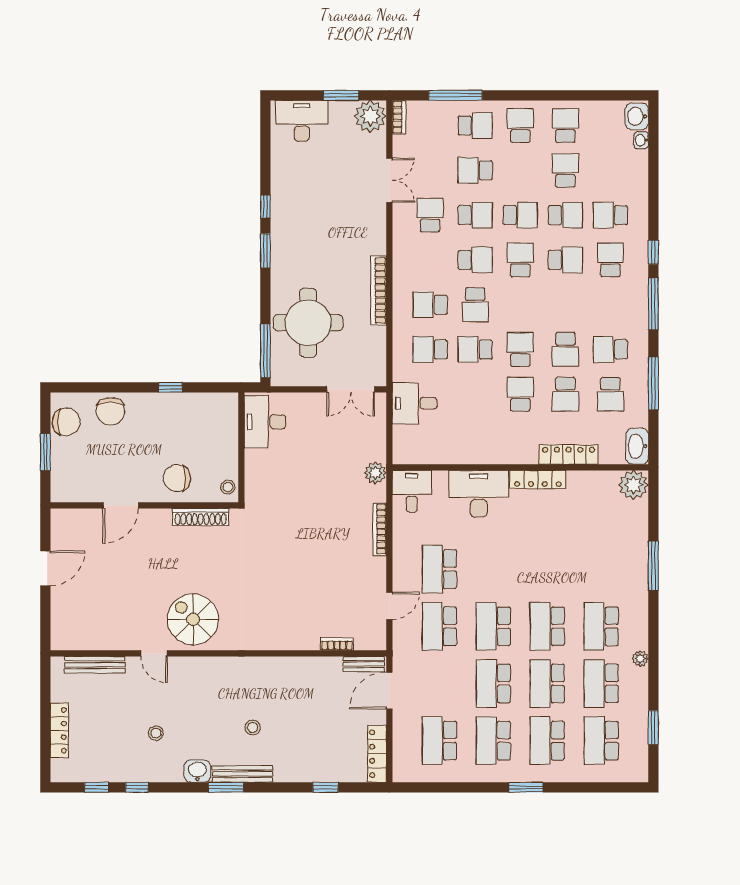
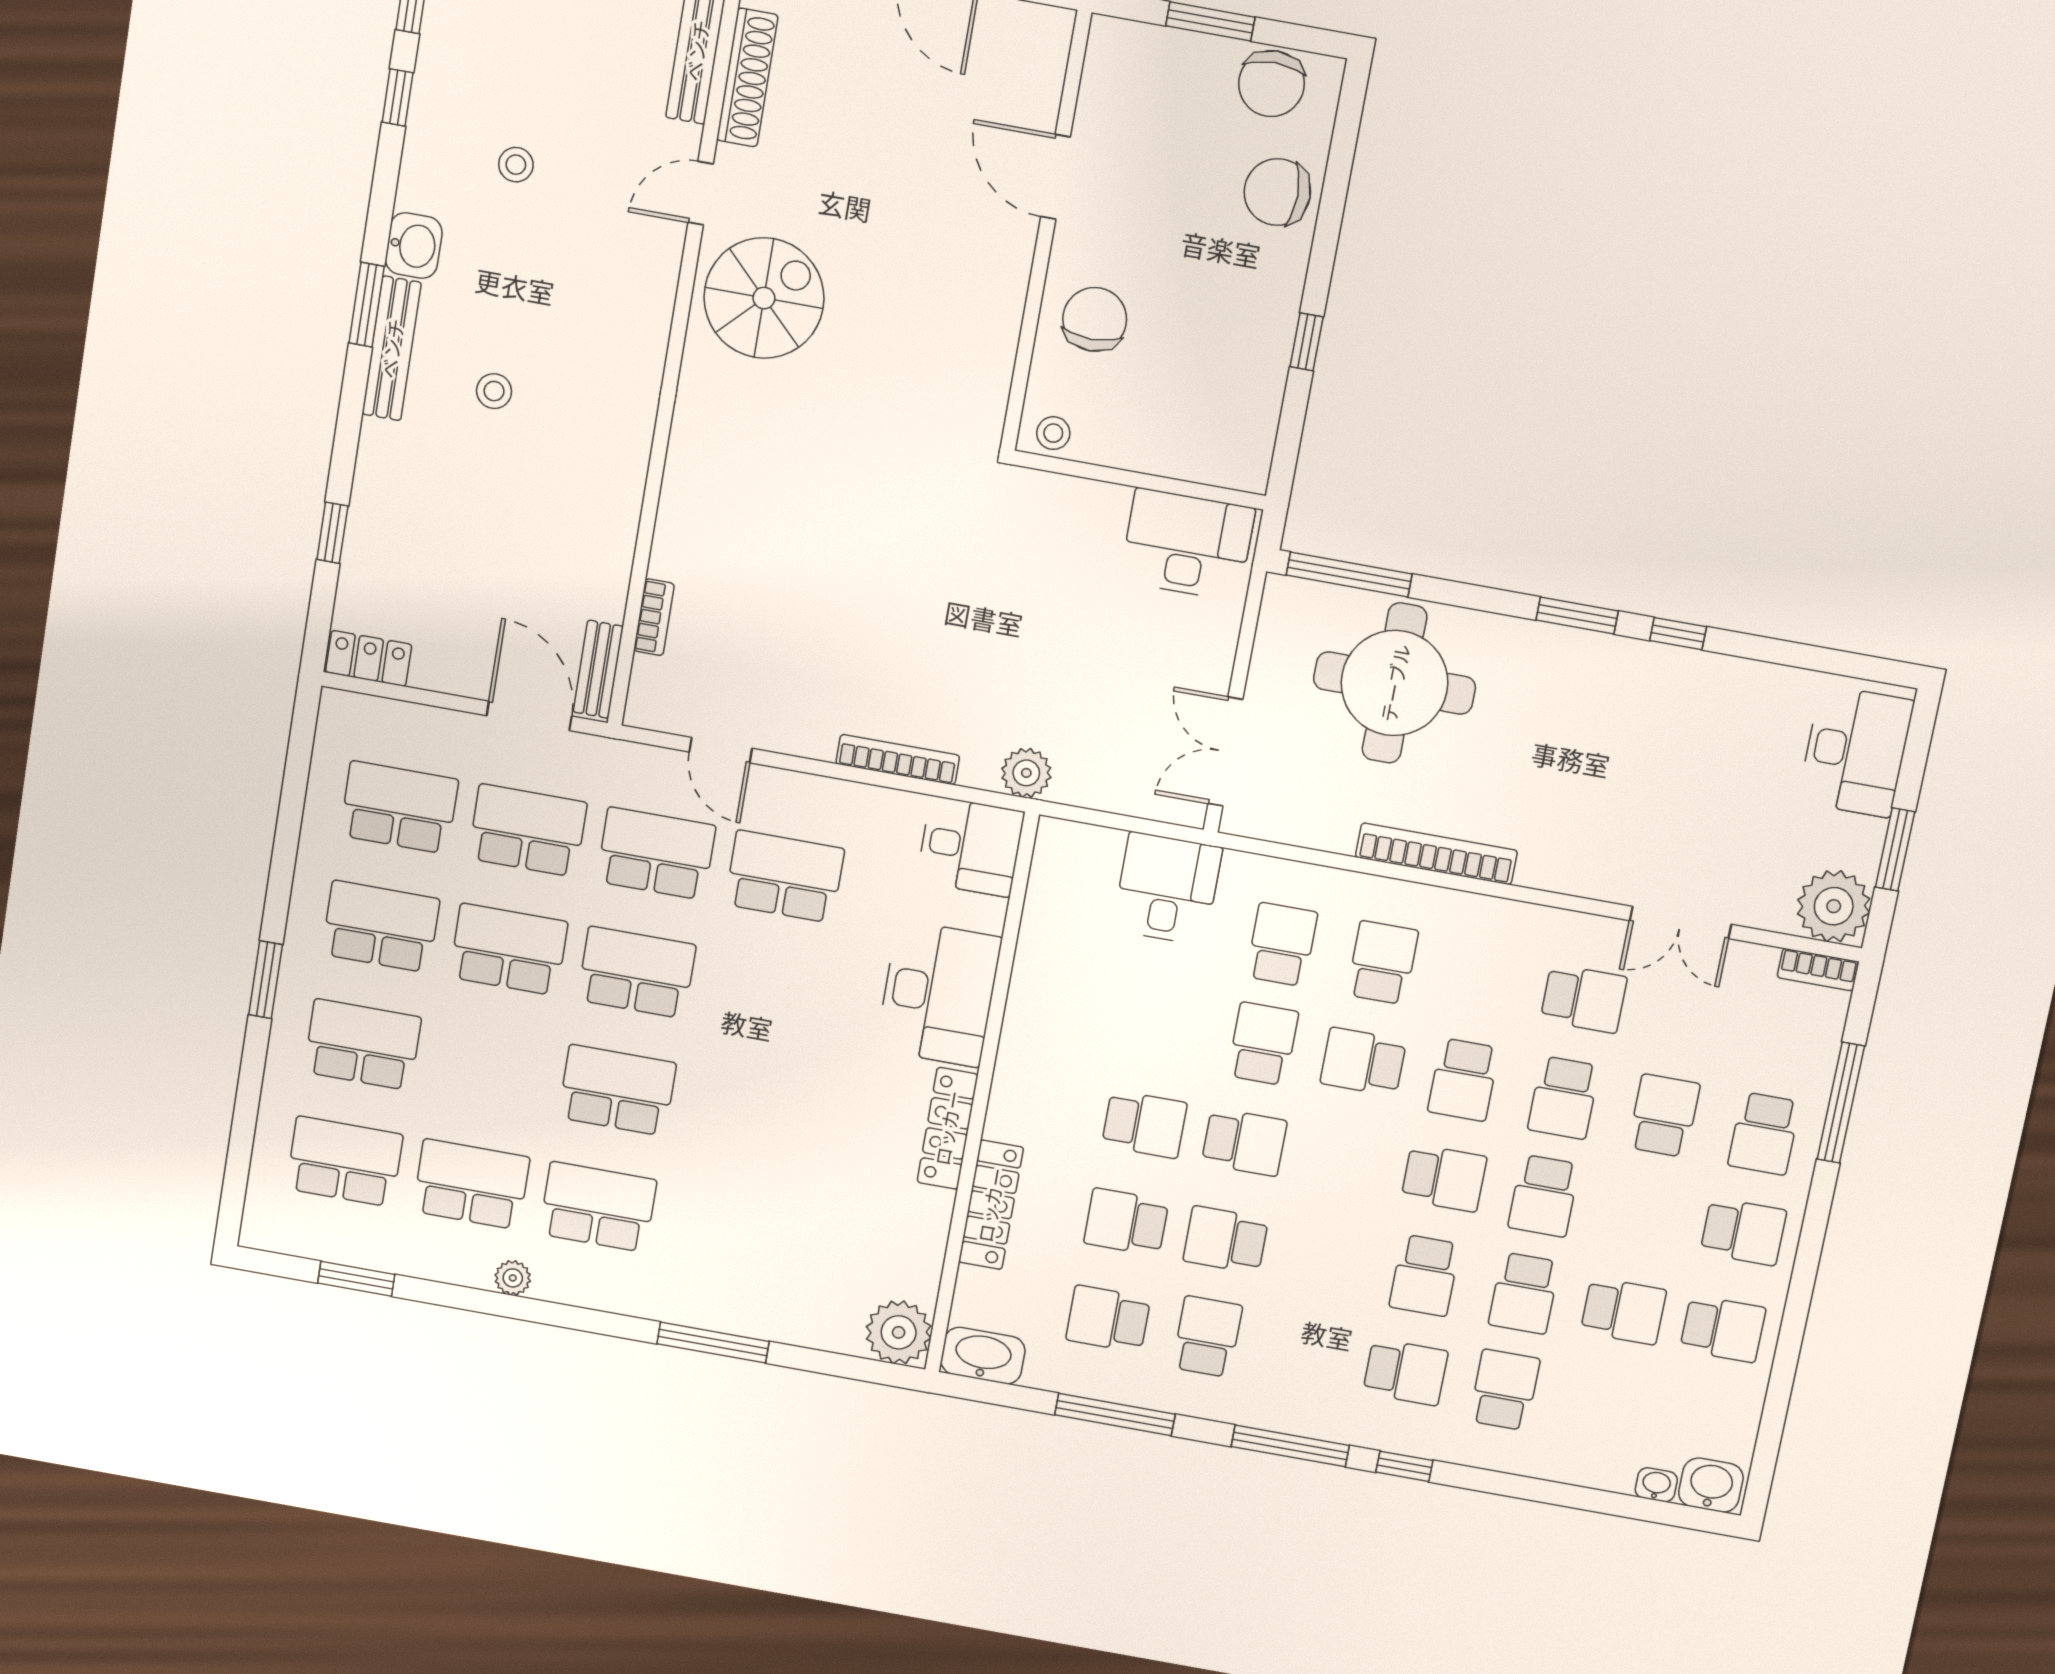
shoe rack: (201, 517) -> (747, 78), moved, turned 180
school desk: (547, 683) -> (528, 830), moved
locker: (377, 754) -> (369, 658), width x0.66

